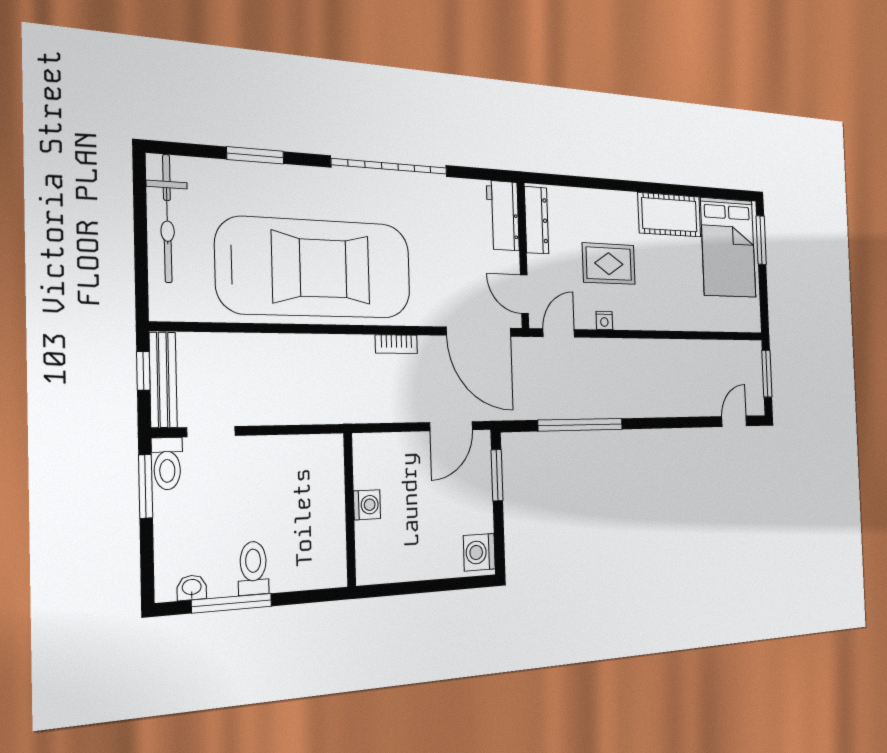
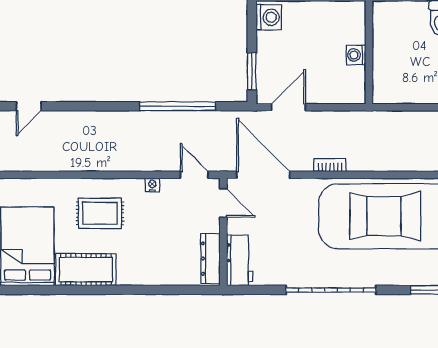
rug: (609, 264) -> (100, 213), moved
door: (559, 333) -> (194, 175), swing flipped

